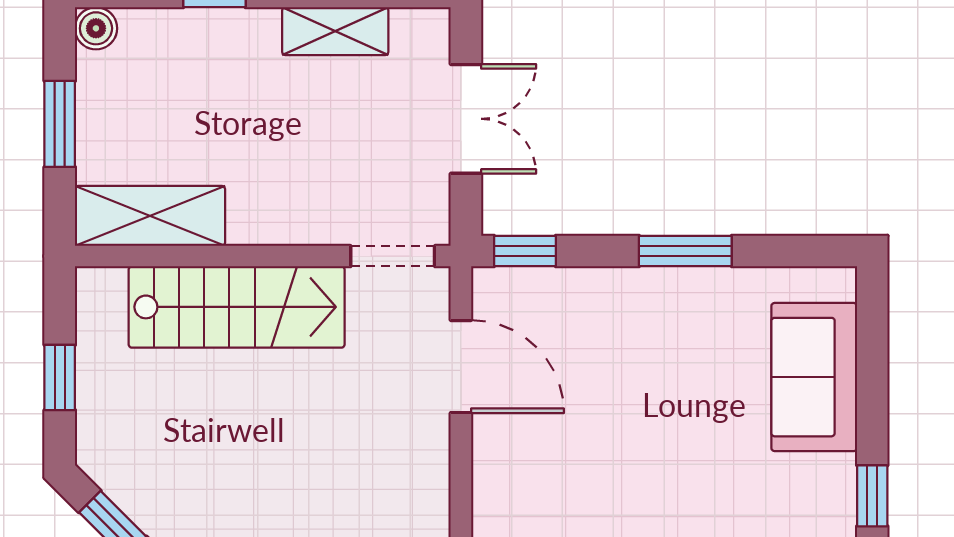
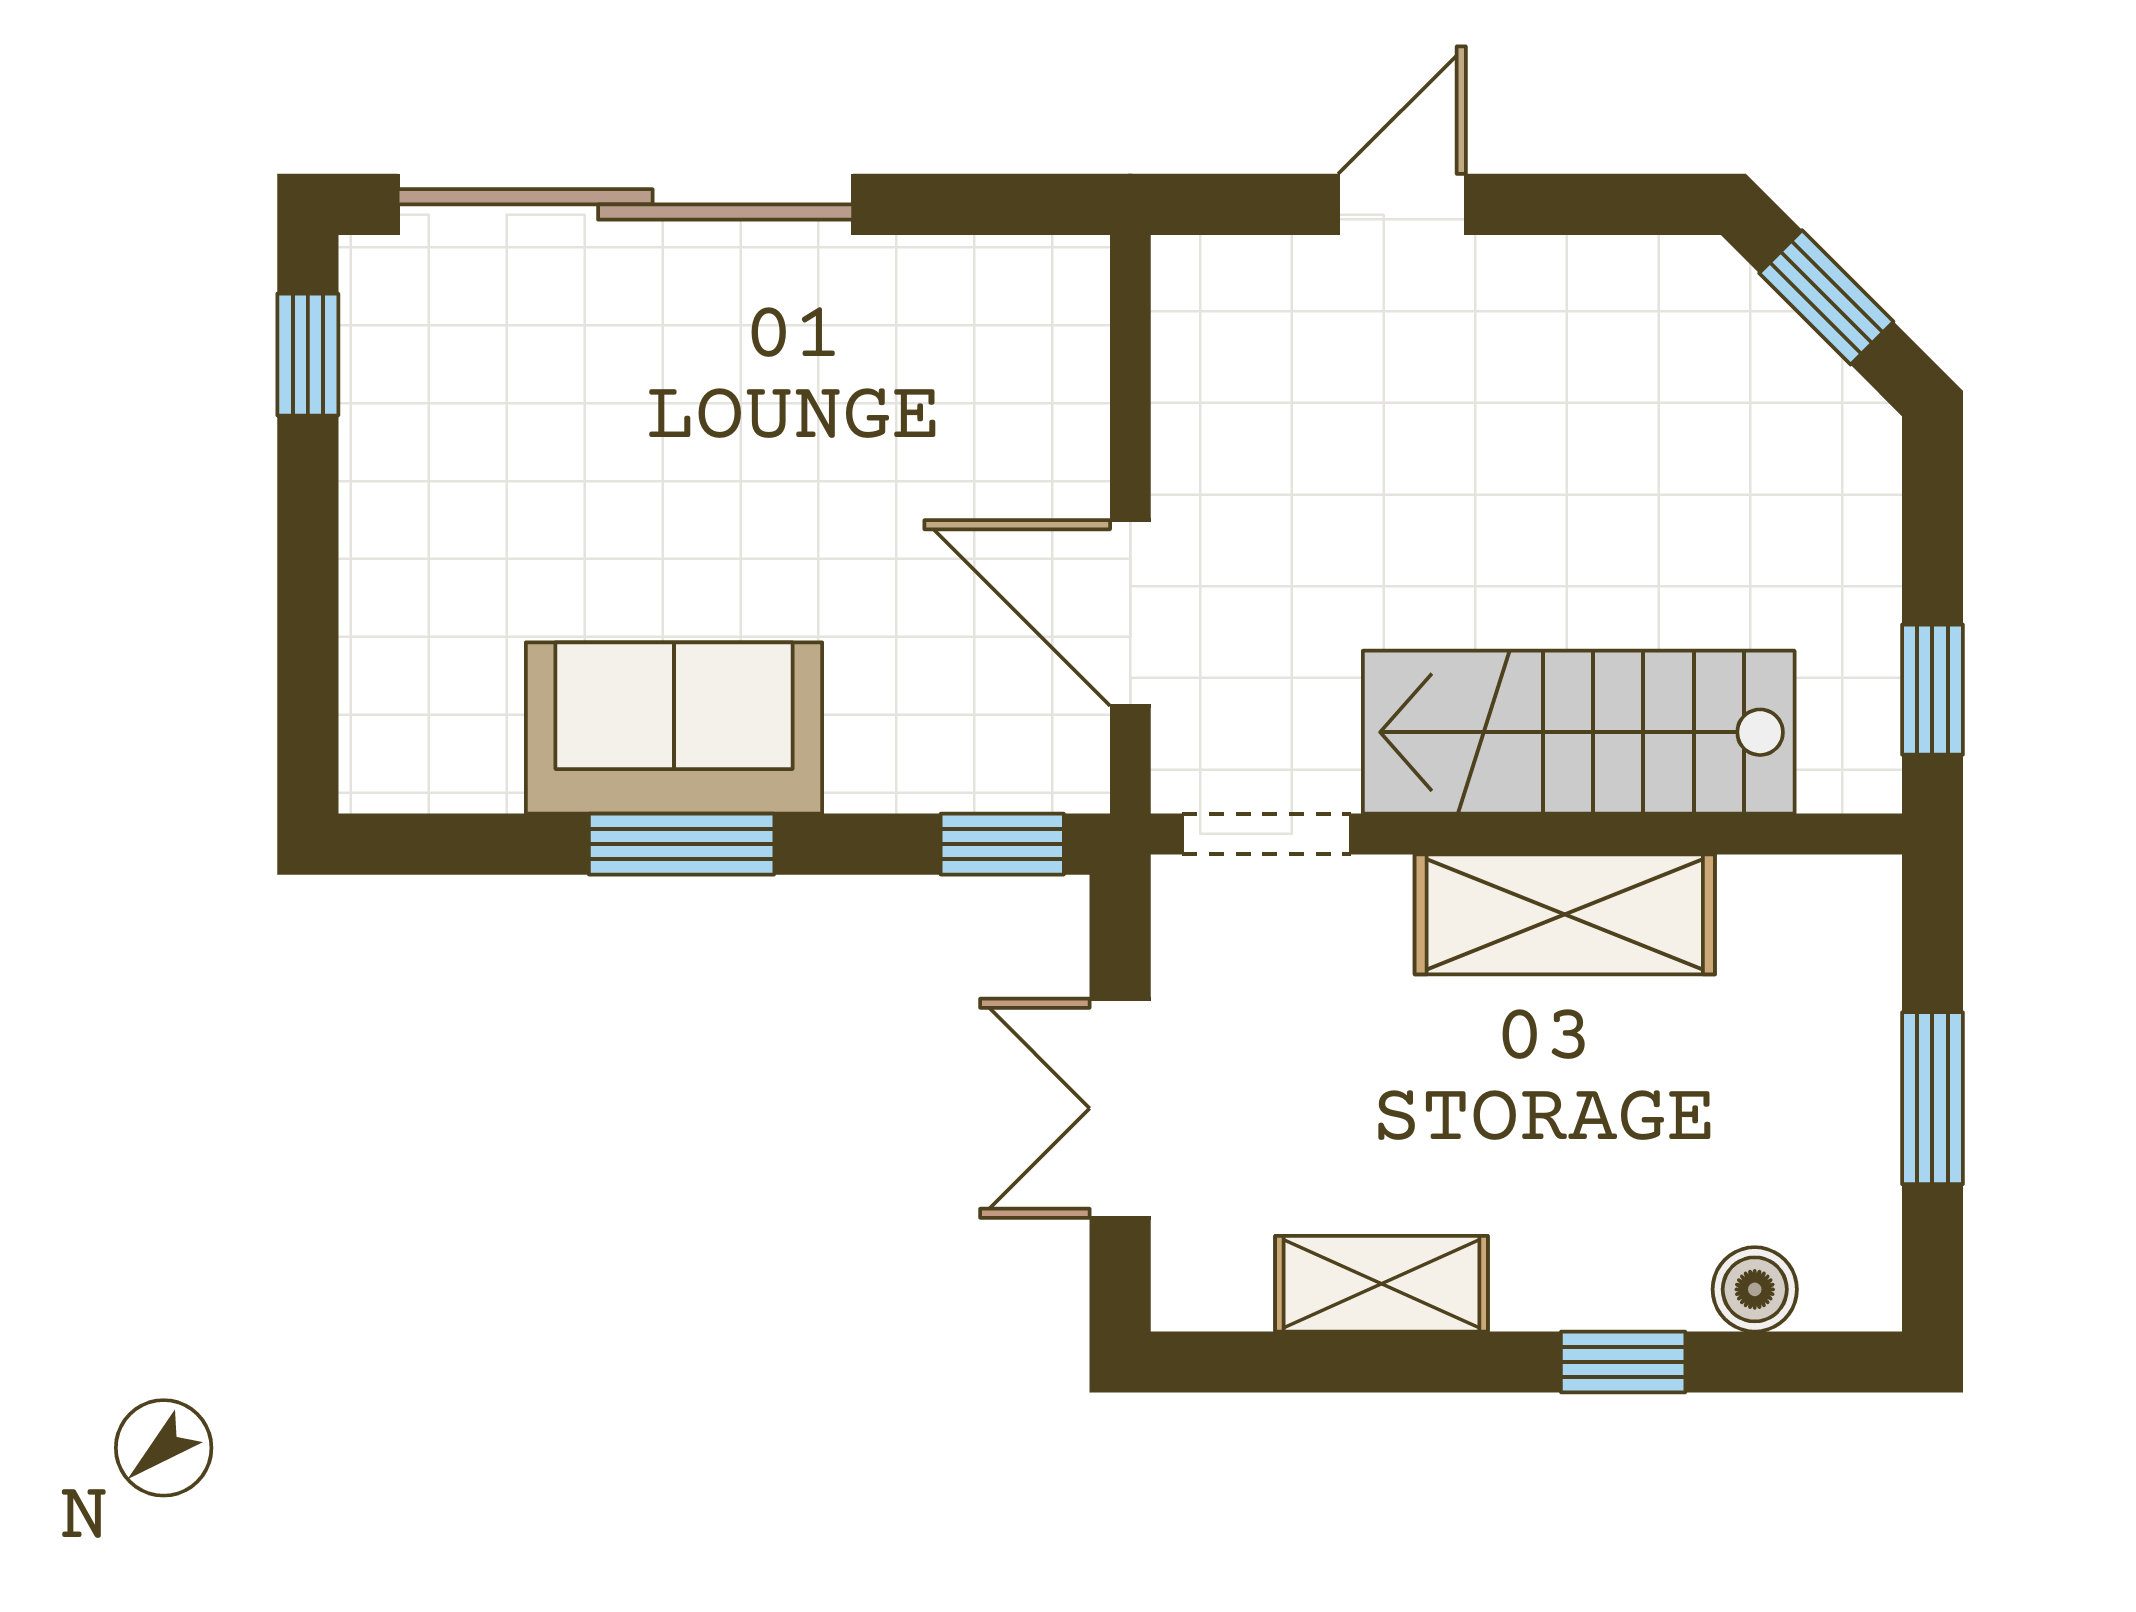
boiler: (96, 28) -> (1755, 1289), moved
shelving: (150, 216) -> (1565, 914), moved
window: (60, 377) -> (1932, 690), moved
sofa: (814, 377) -> (674, 728), moved, turned -90

